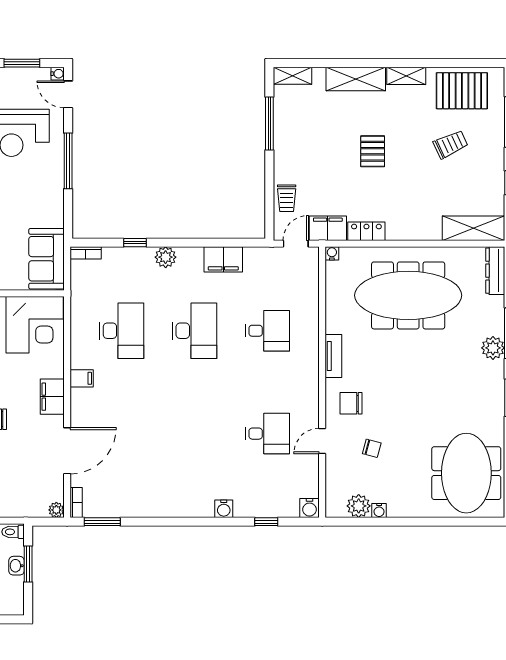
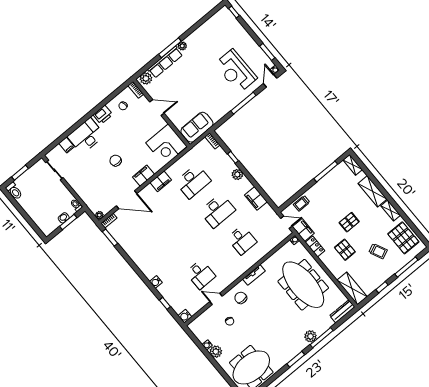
pallet: (408, 191) -> (345, 250), added
filing cabinet: (82, 378) -> (161, 181), width x2.00
plant: (359, 506) -> (216, 352), moved

